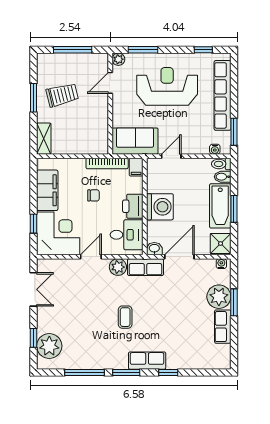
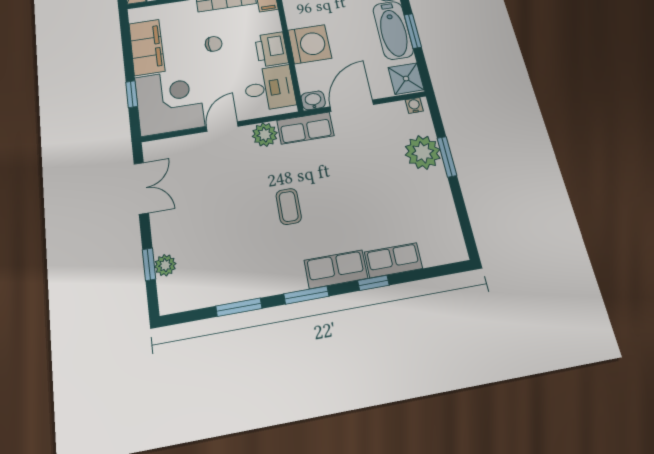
row of seats: (223, 327) -> (393, 260), moved, turned 90
plant: (49, 346) -> (165, 265), width x0.53, depth x0.53
window: (85, 373) -> (239, 307), width x0.69

